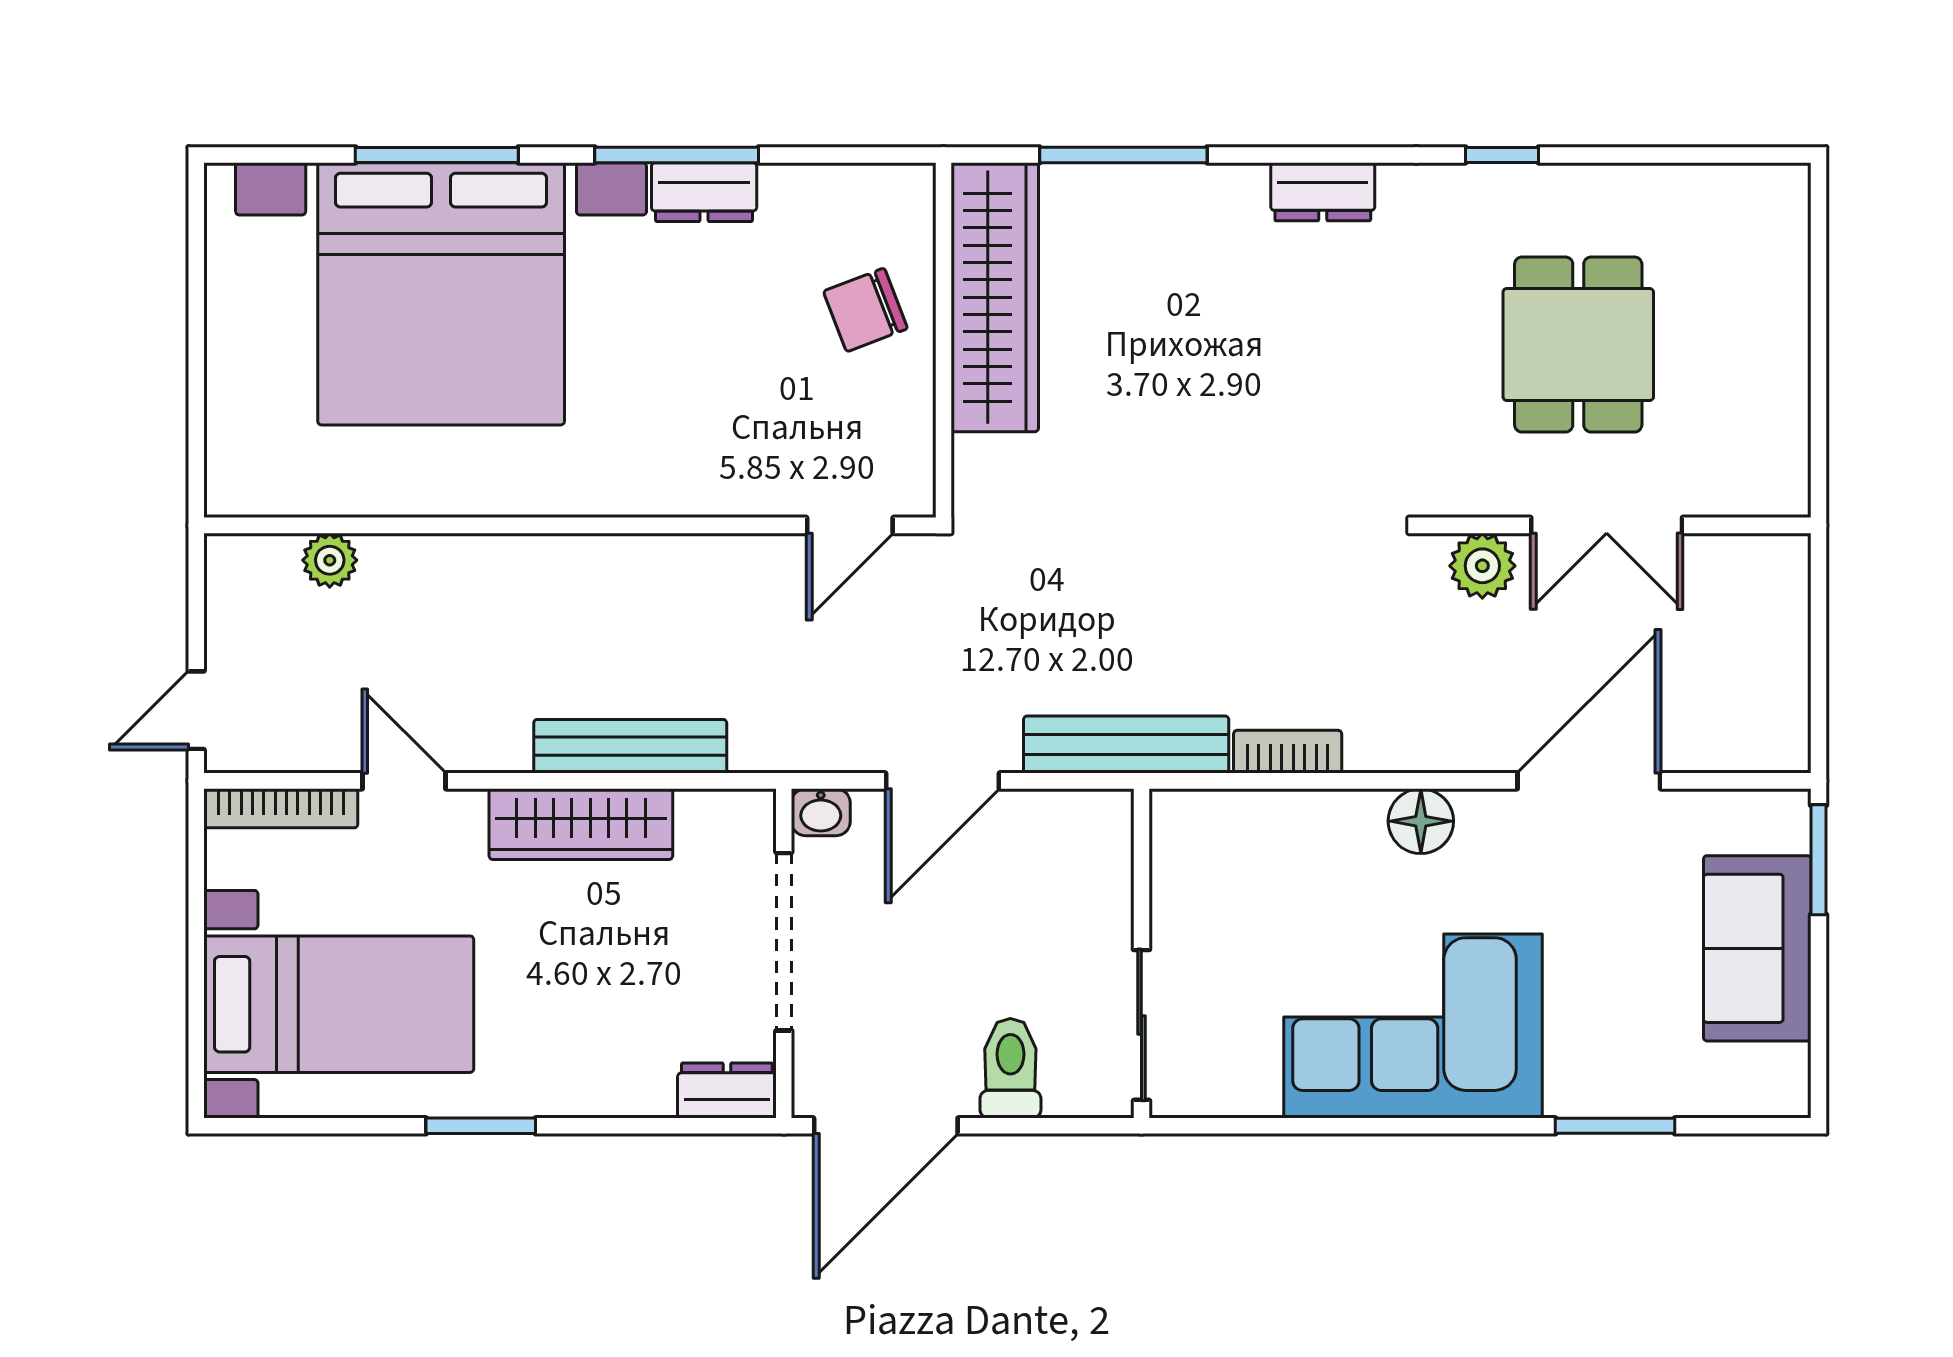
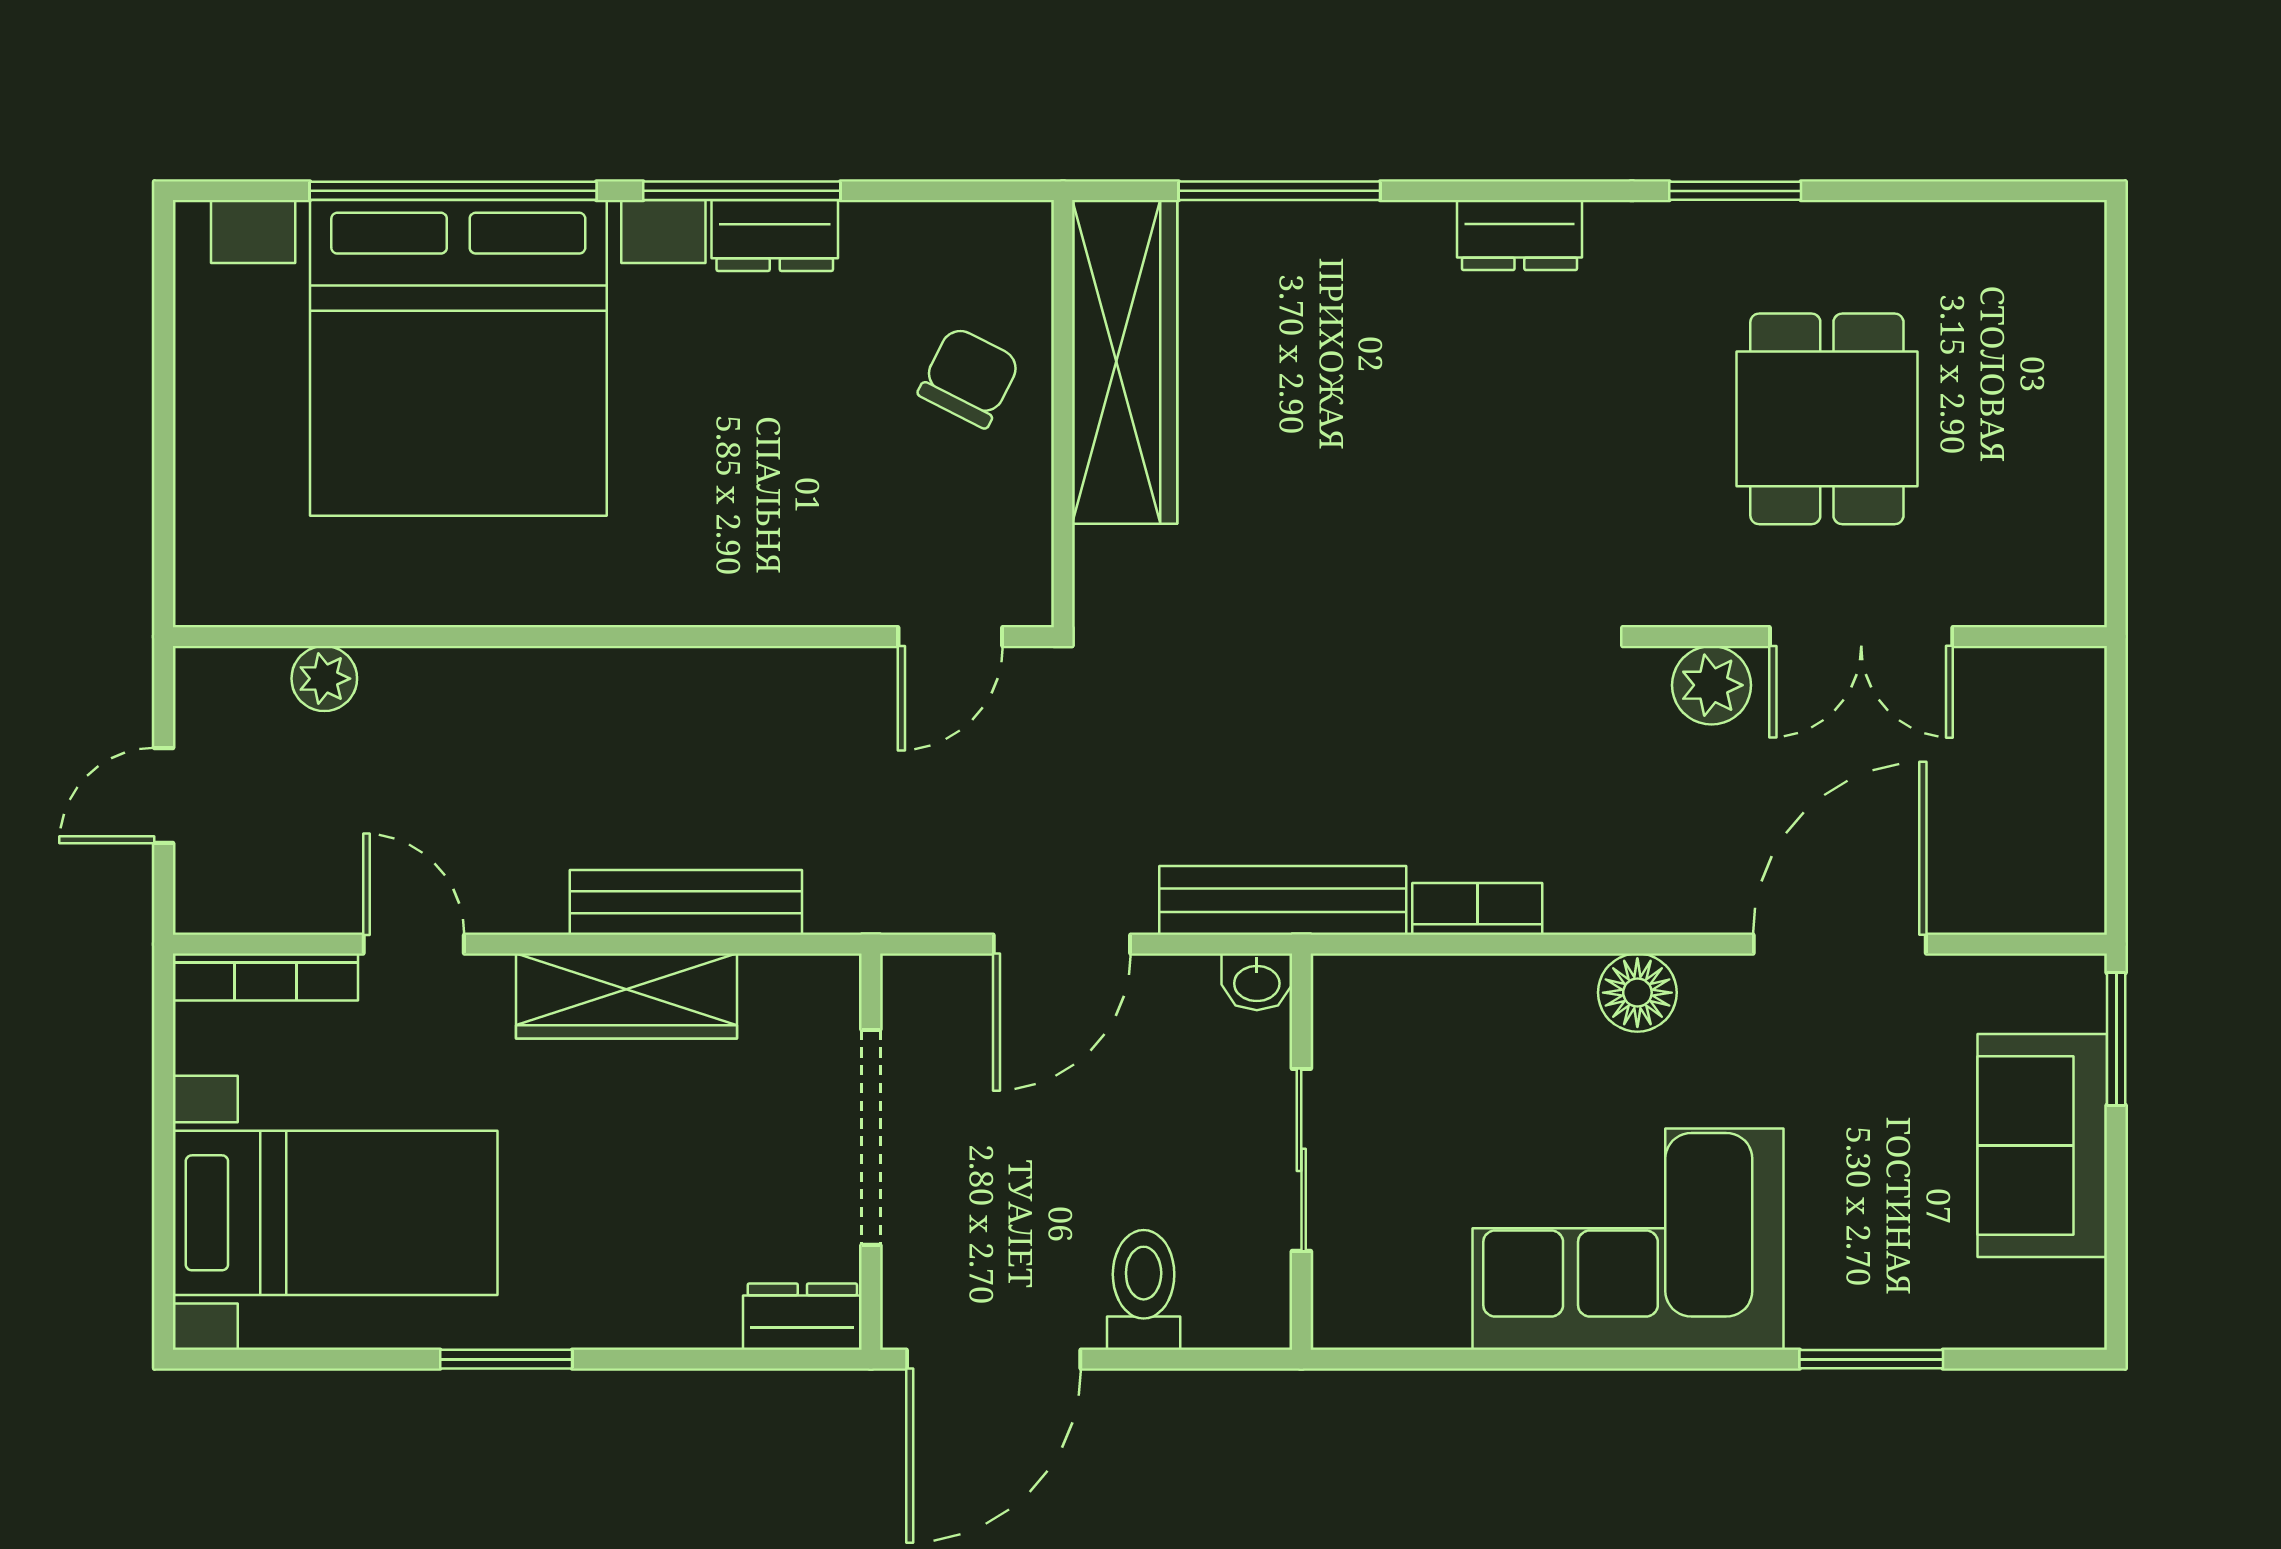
window: (437, 155) -> (453, 191), width x1.46
window: (1502, 155) -> (1735, 191), width x1.50
chair: (866, 310) -> (969, 377), turned 138
door: (196, 710) -> (164, 796), moved
washbasin: (821, 812) -> (1257, 982), moved
sliding door: (1141, 1025) -> (1301, 1160), moved

